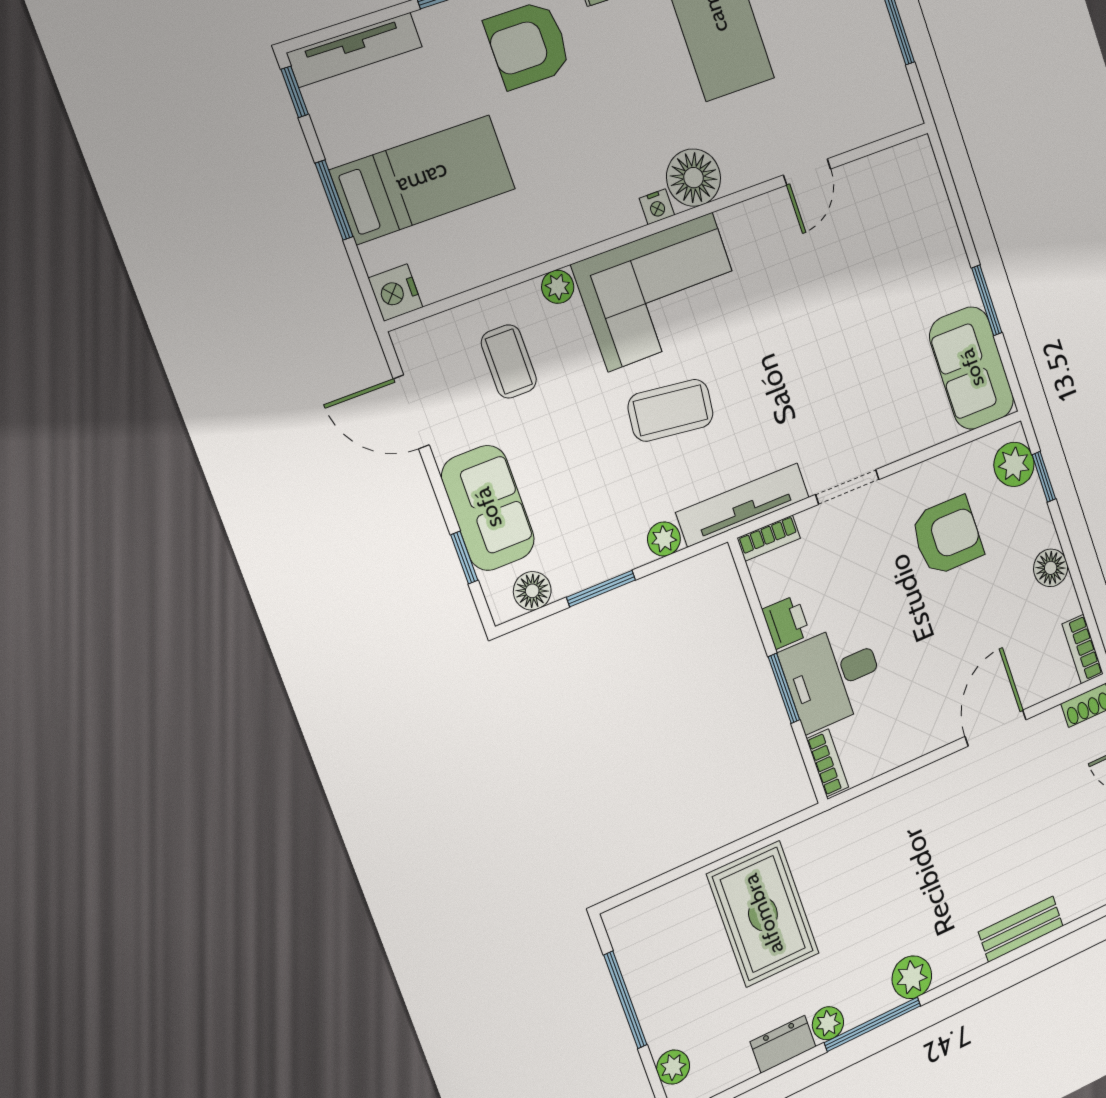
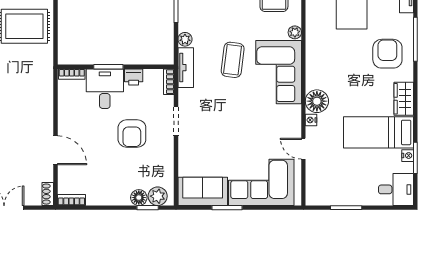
nightstand: (657, 207) -> (311, 120), moved
corner sofa: (910, 243) -> (261, 182), added
tv unit: (743, 505) -> (186, 68), width x0.71
armchair: (947, 536) -> (132, 133), moved
floor lamp: (1051, 568) -> (139, 198), moved

